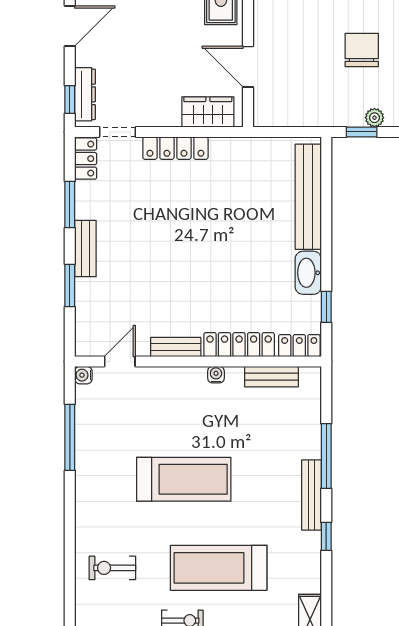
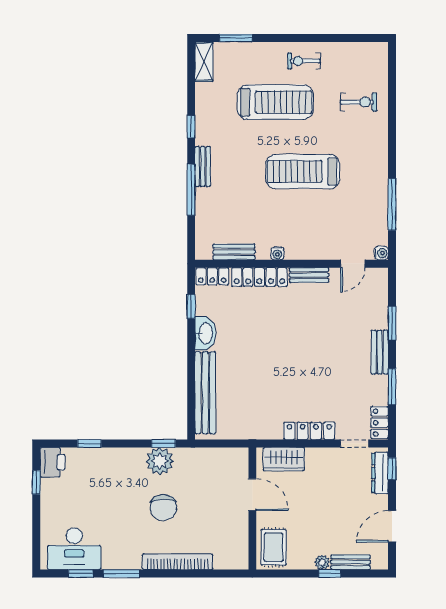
plant: (374, 118) -> (160, 461), width x1.87, depth x1.87
bench: (312, 495) -> (203, 167), width x0.73

